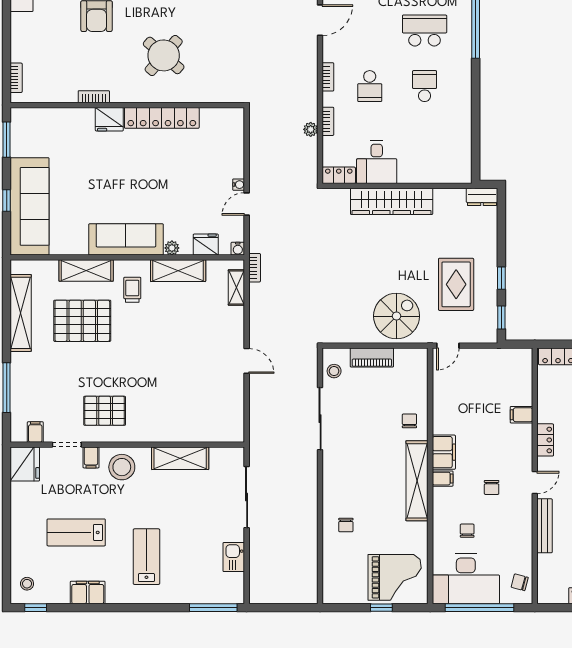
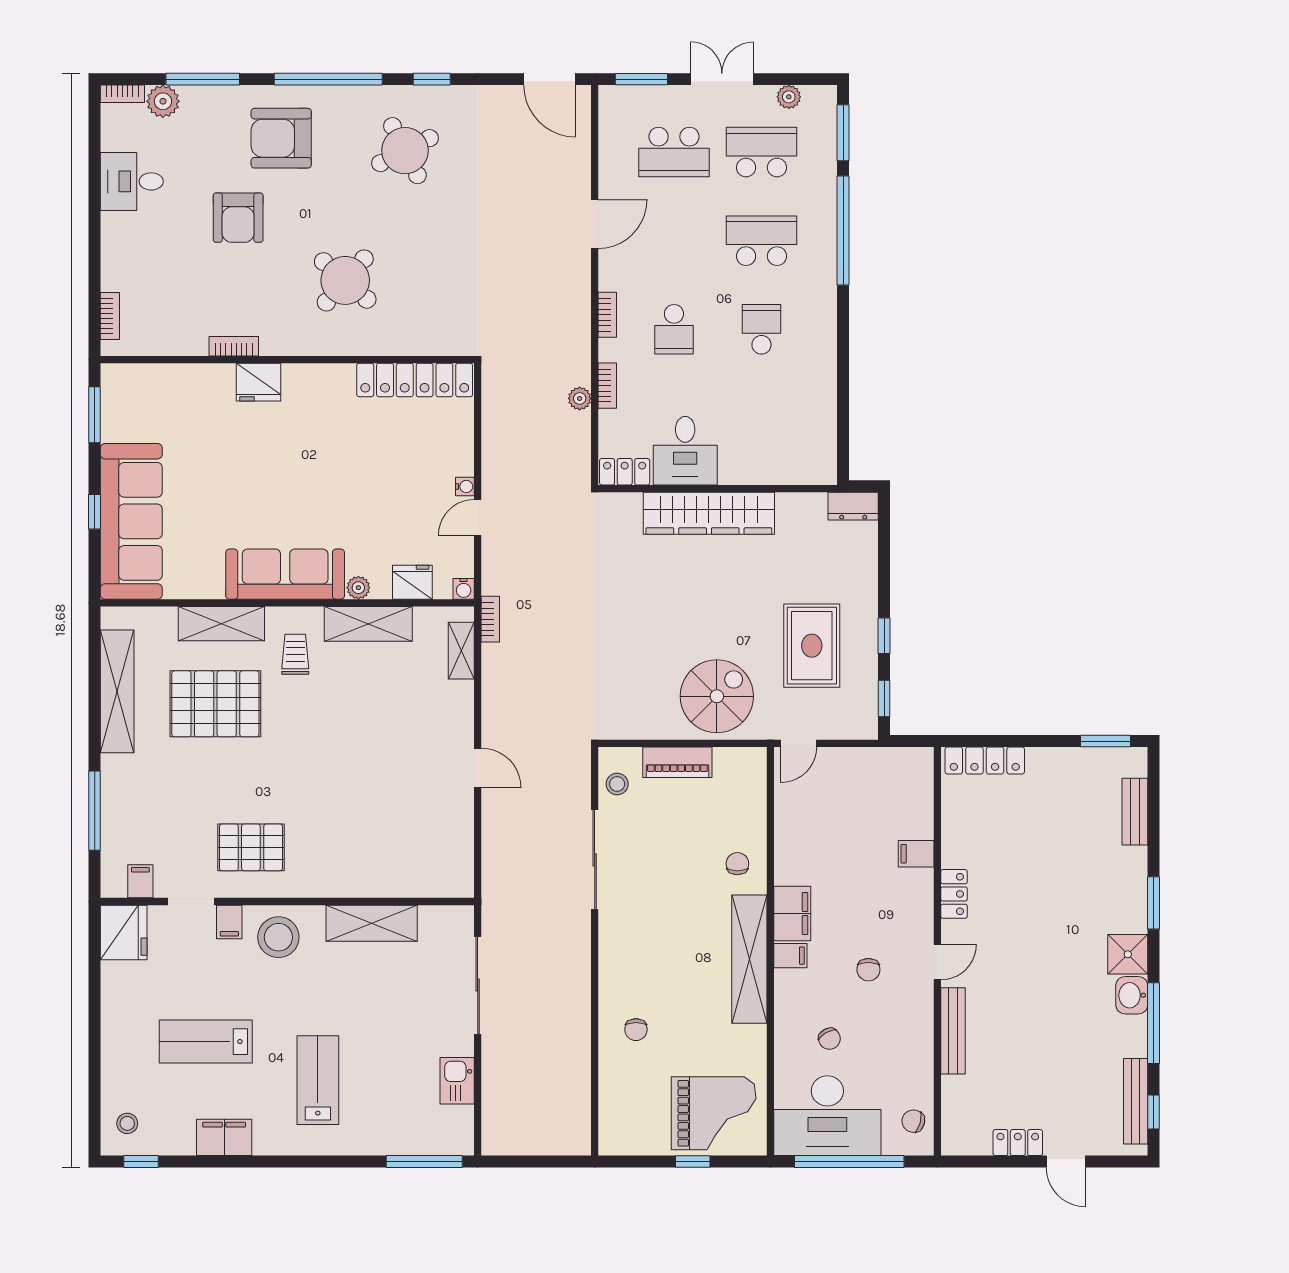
locker: (162, 118) -> (415, 380), moved
chair: (467, 531) -> (829, 1039), turned 151

